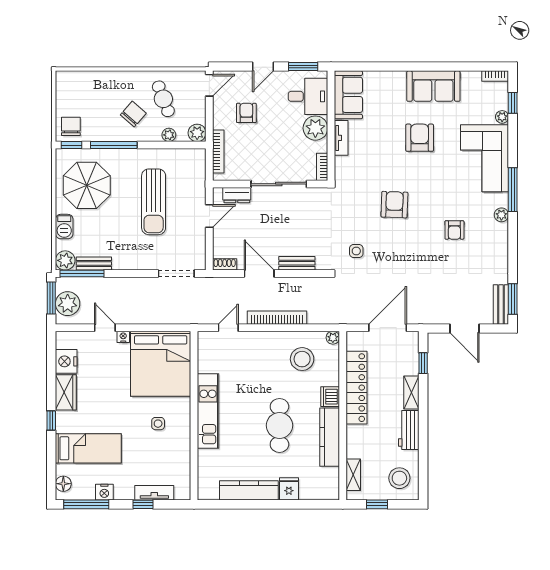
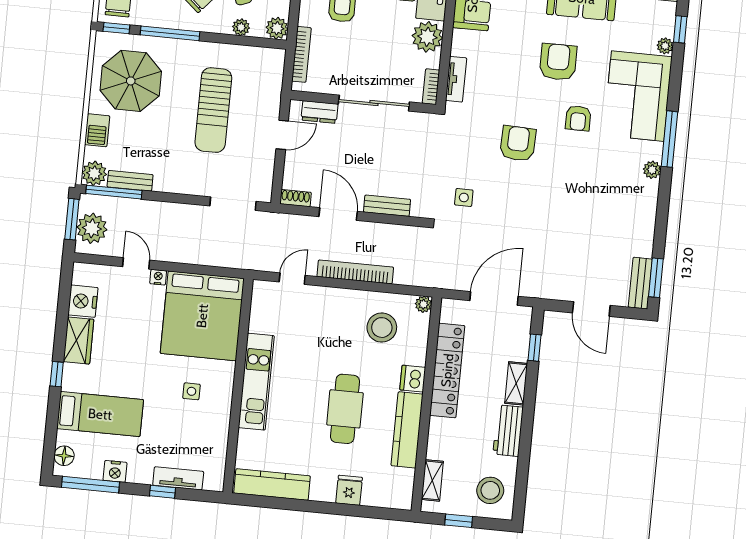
tv unit: (341, 138) -> (456, 79), moved
armchair: (454, 230) -> (578, 118), moved
kitchen counter: (249, 490) -> (272, 485), moved

